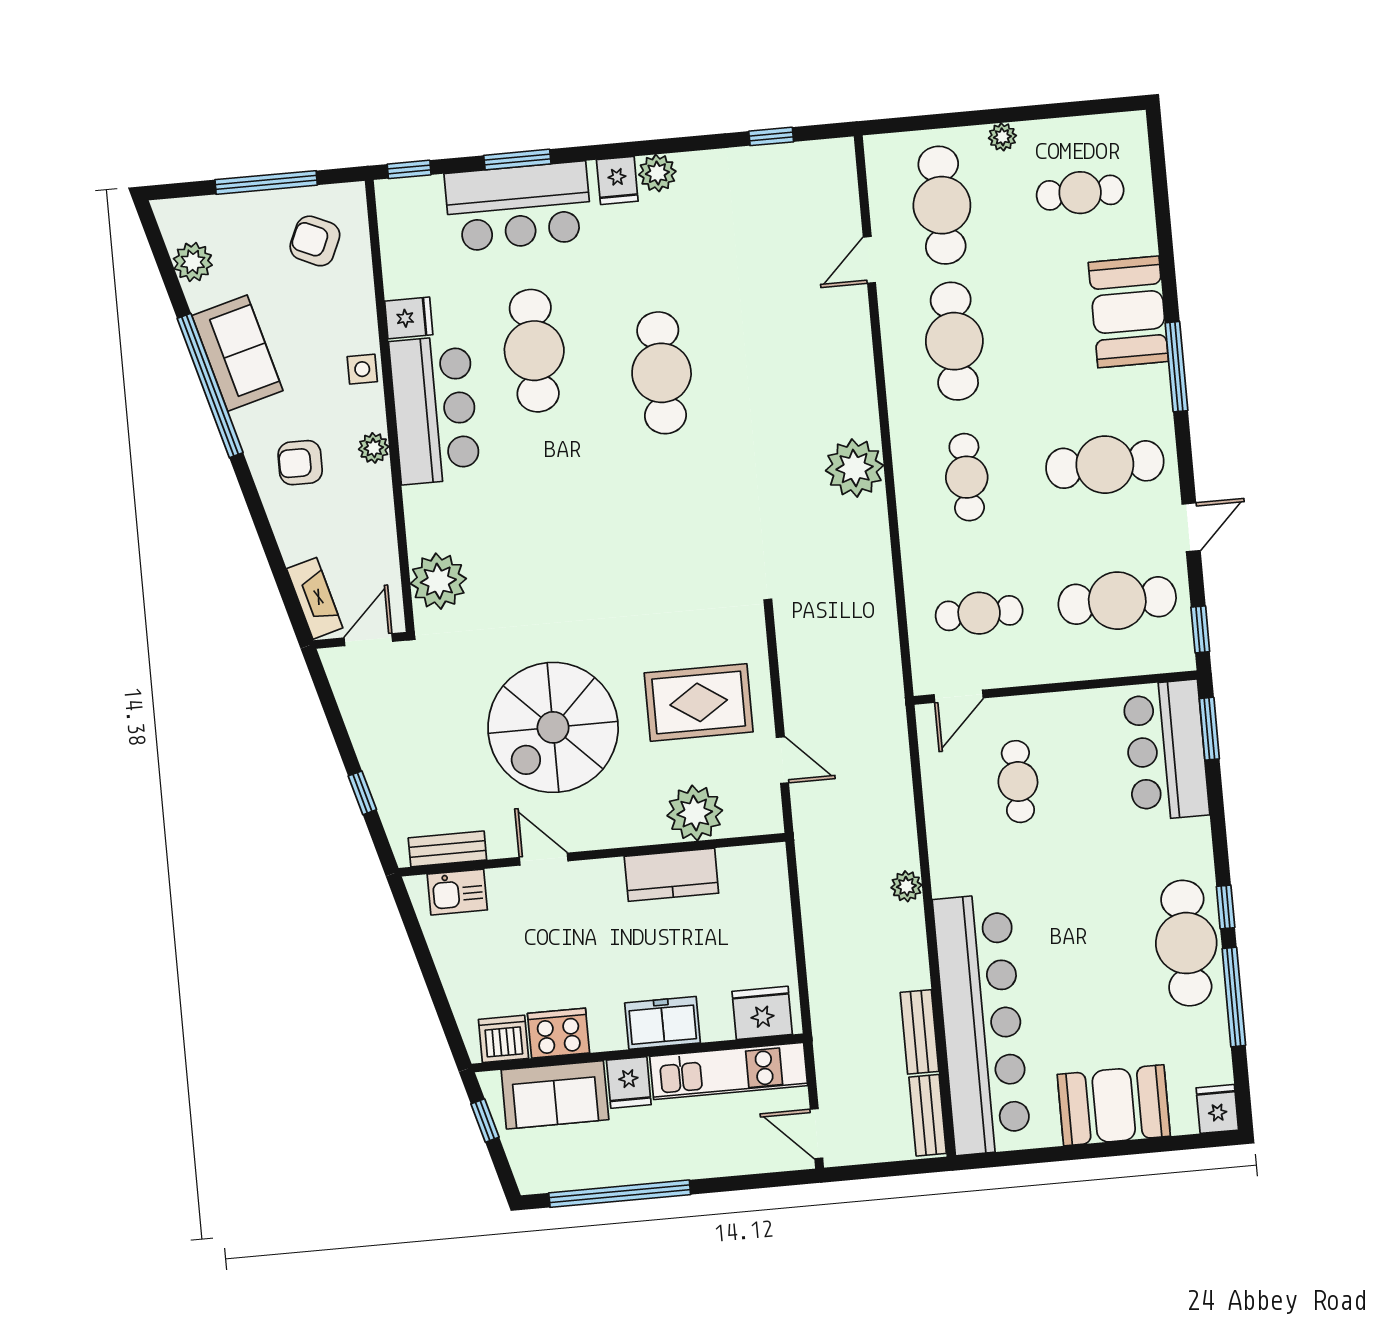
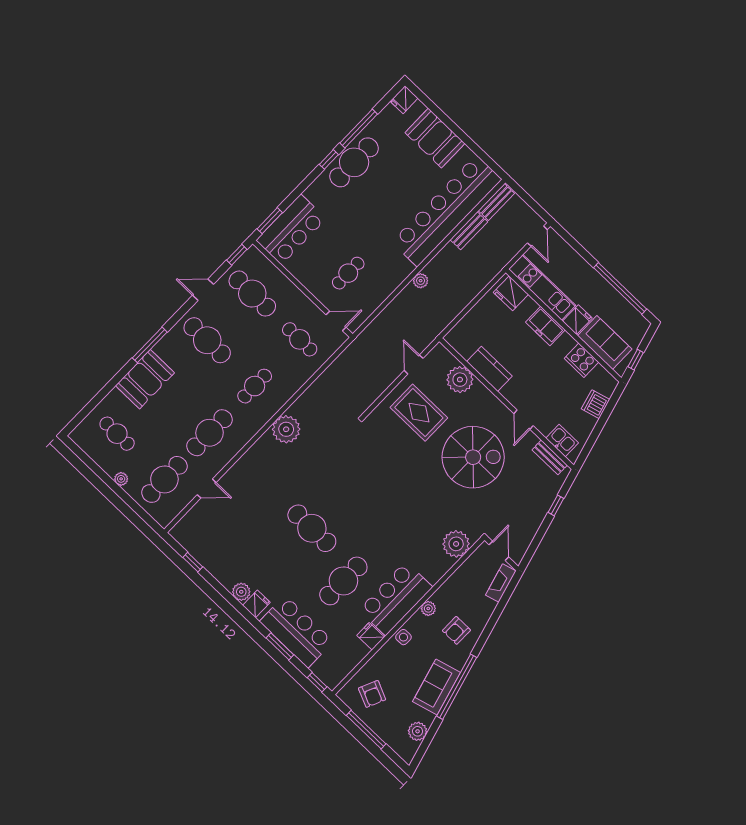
cafe table: (662, 373) -> (312, 528), turned 90
armchair: (300, 463) -> (456, 630), turned 90
door: (368, 640) -> (499, 551), swing flipped
dishwasher: (504, 1039) -> (596, 404), moved, turned 75

